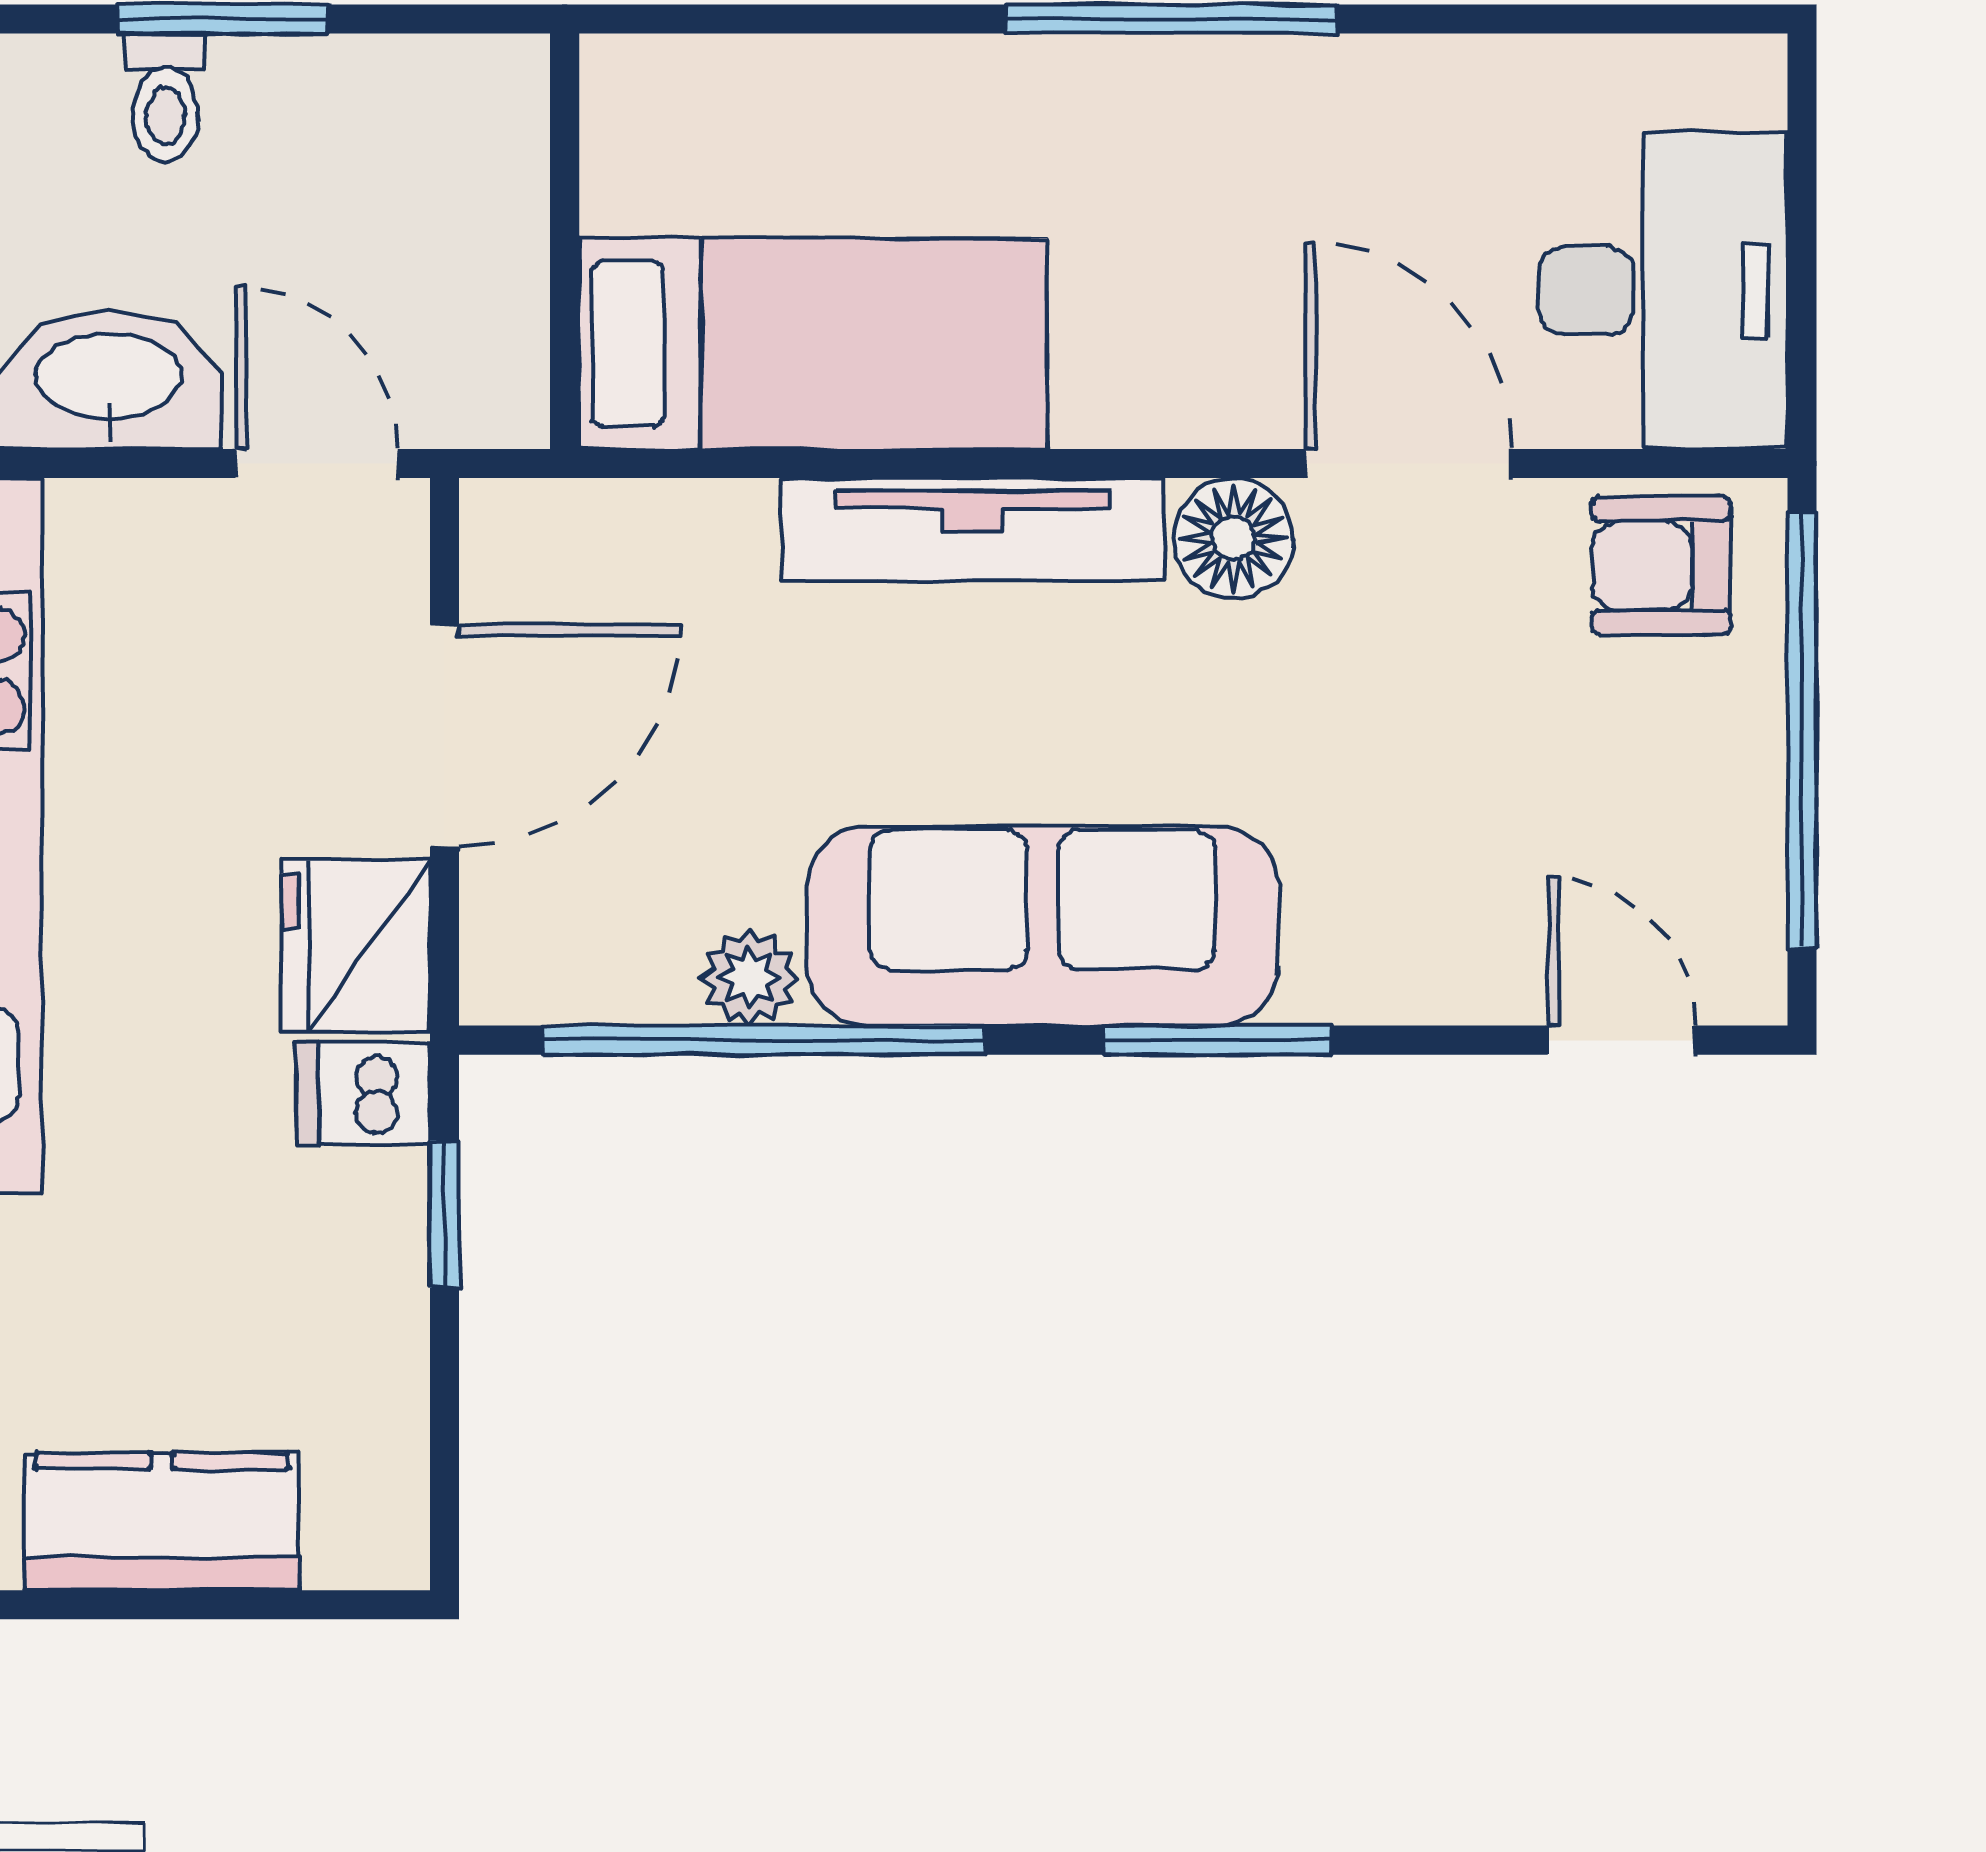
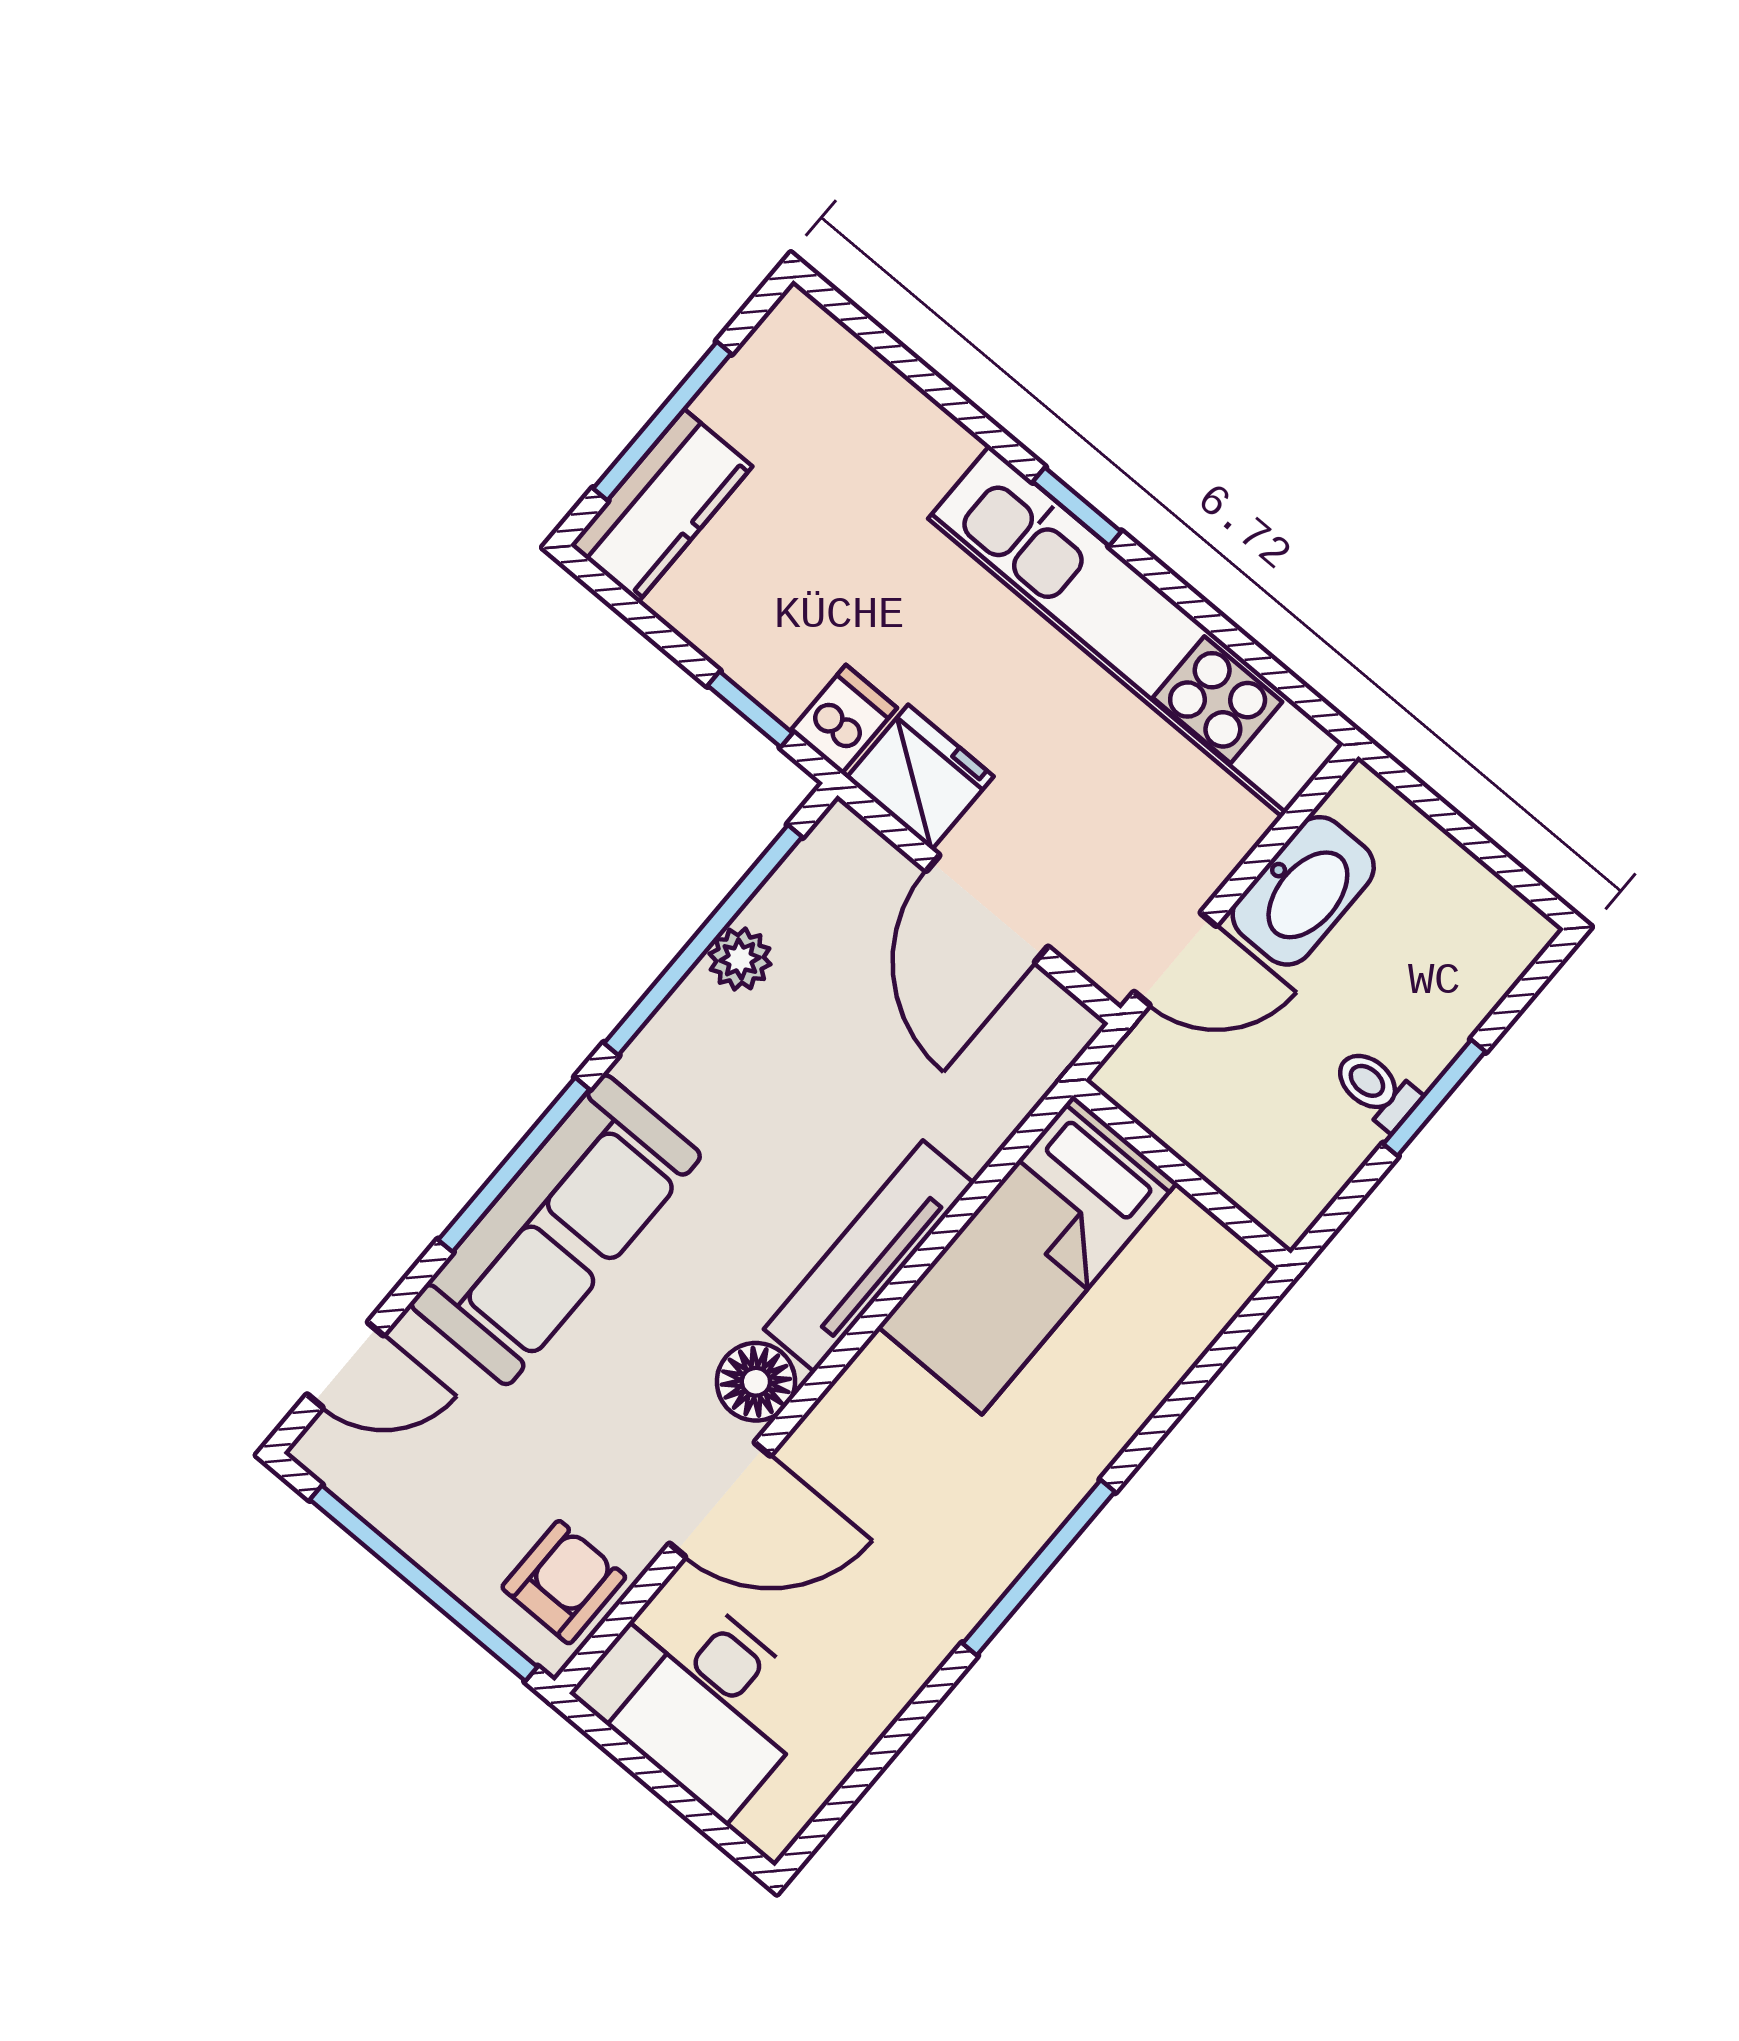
toilet: (165, 98) -> (1376, 1088), moved
sofa: (1043, 926) -> (556, 1230), moved
window: (1218, 1040) -> (514, 1165), width x1.44
kitchen counter: (162, 1522) -> (661, 506), moved
window: (192, 1605) -> (662, 421), added

